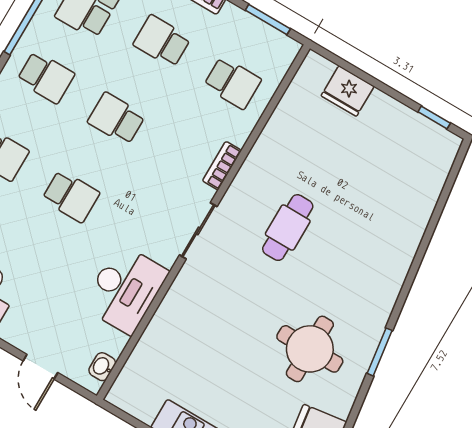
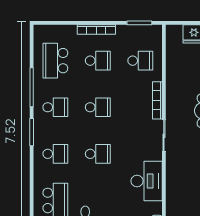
school desk: (162, 41) -> (98, 61), turned 180
school desk: (116, 119) -> (98, 107), turned 180
bookcase: (222, 166) -> (157, 100), width x1.56

